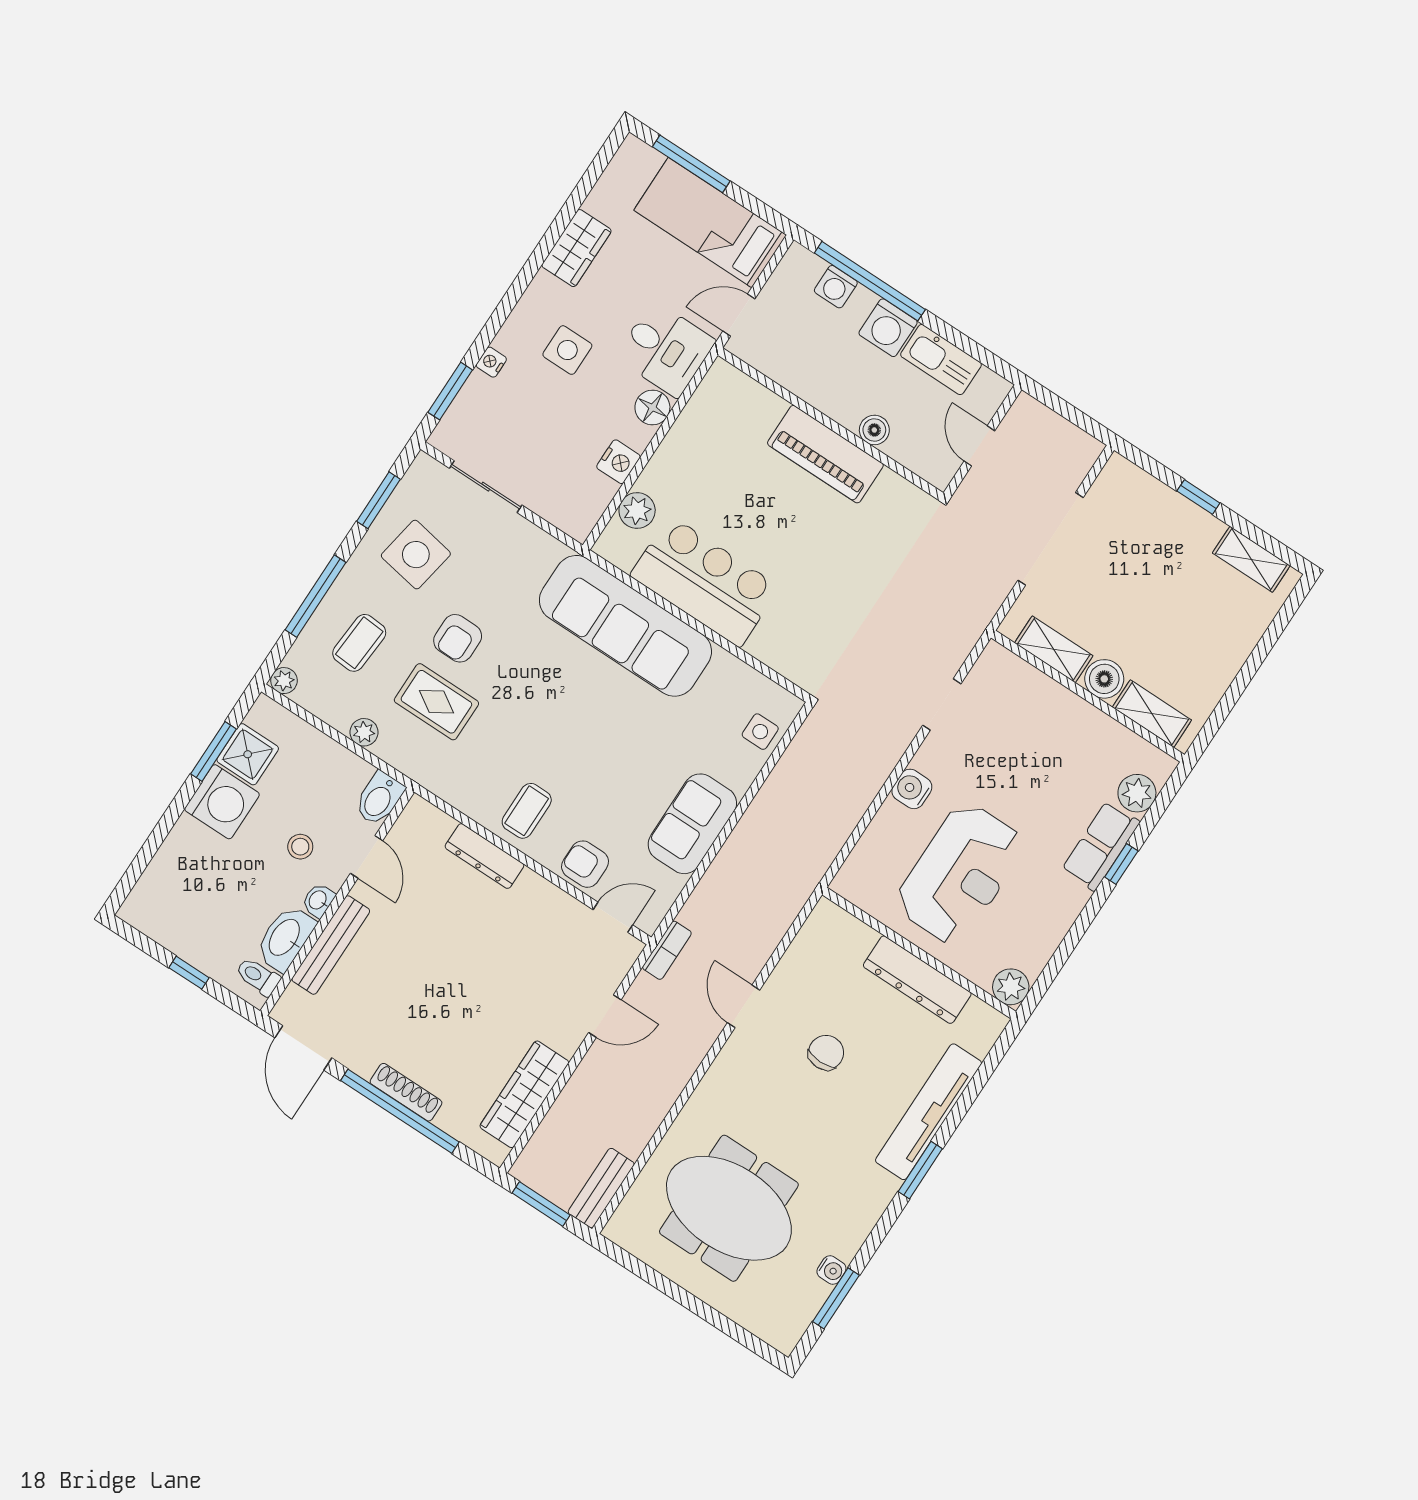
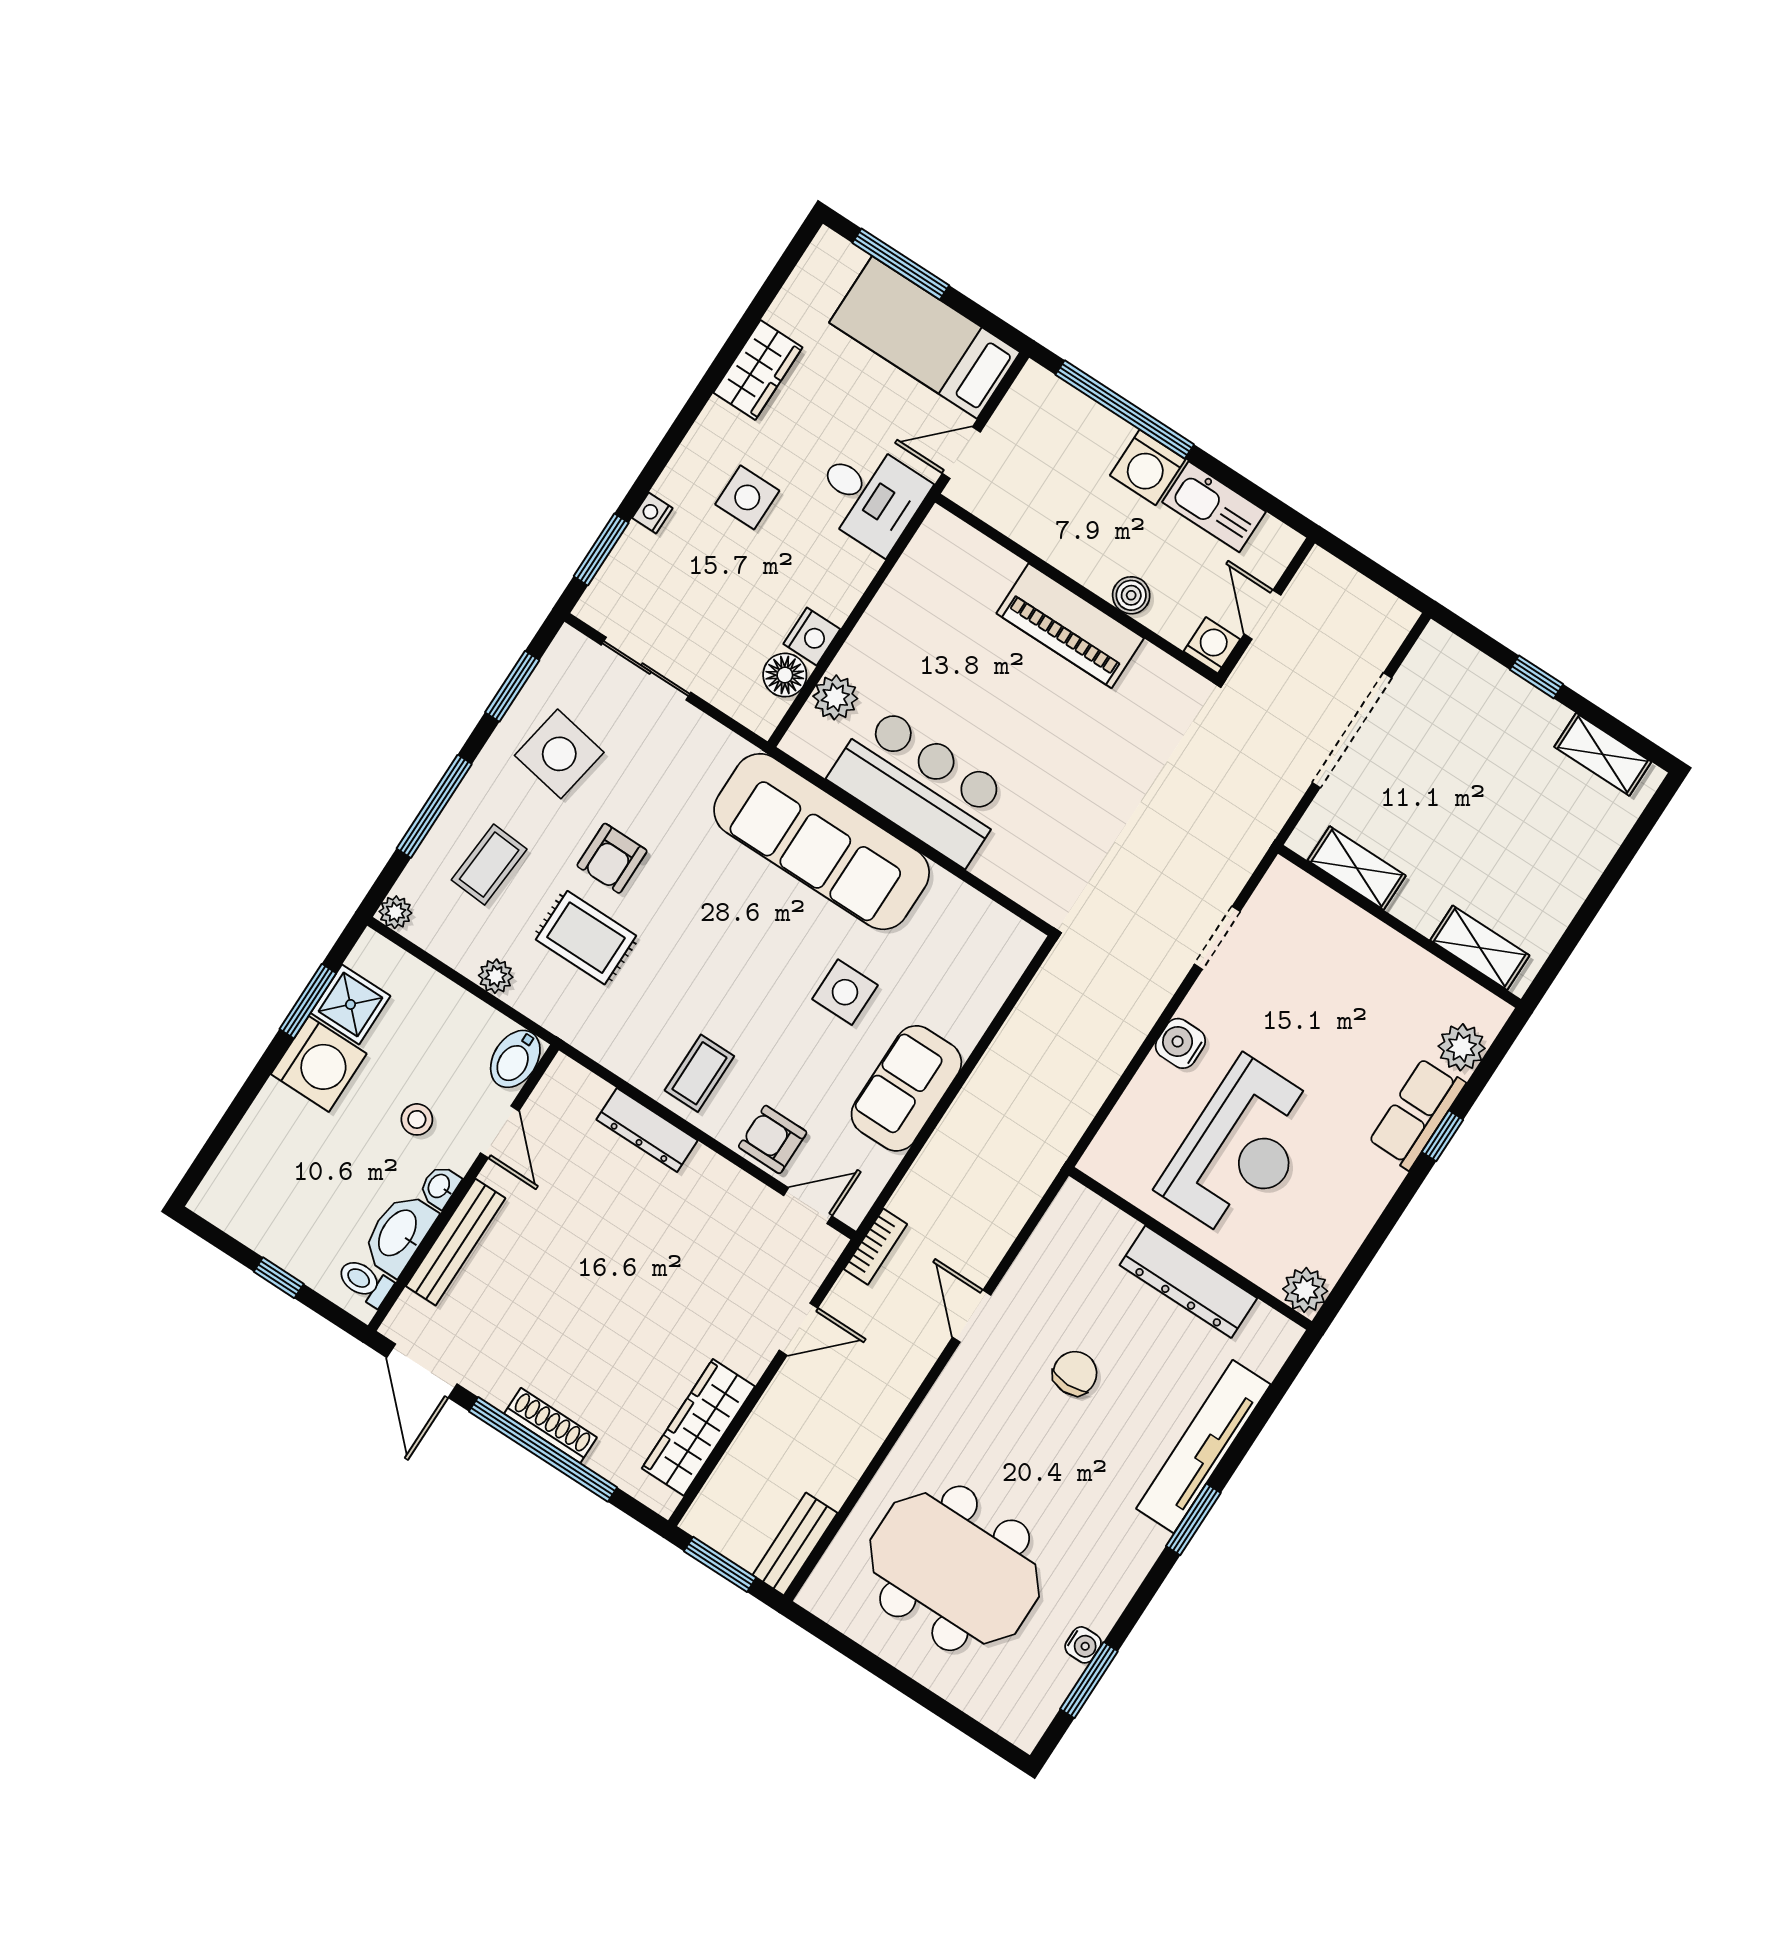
washing machine: (836, 287) -> (1212, 645), moved, turned 180
floor lamp: (652, 408) -> (785, 675), moved
boiler: (1104, 679) -> (1420, 905), removed
side table: (760, 732) -> (845, 992), moved, width x1.37, depth x1.37

